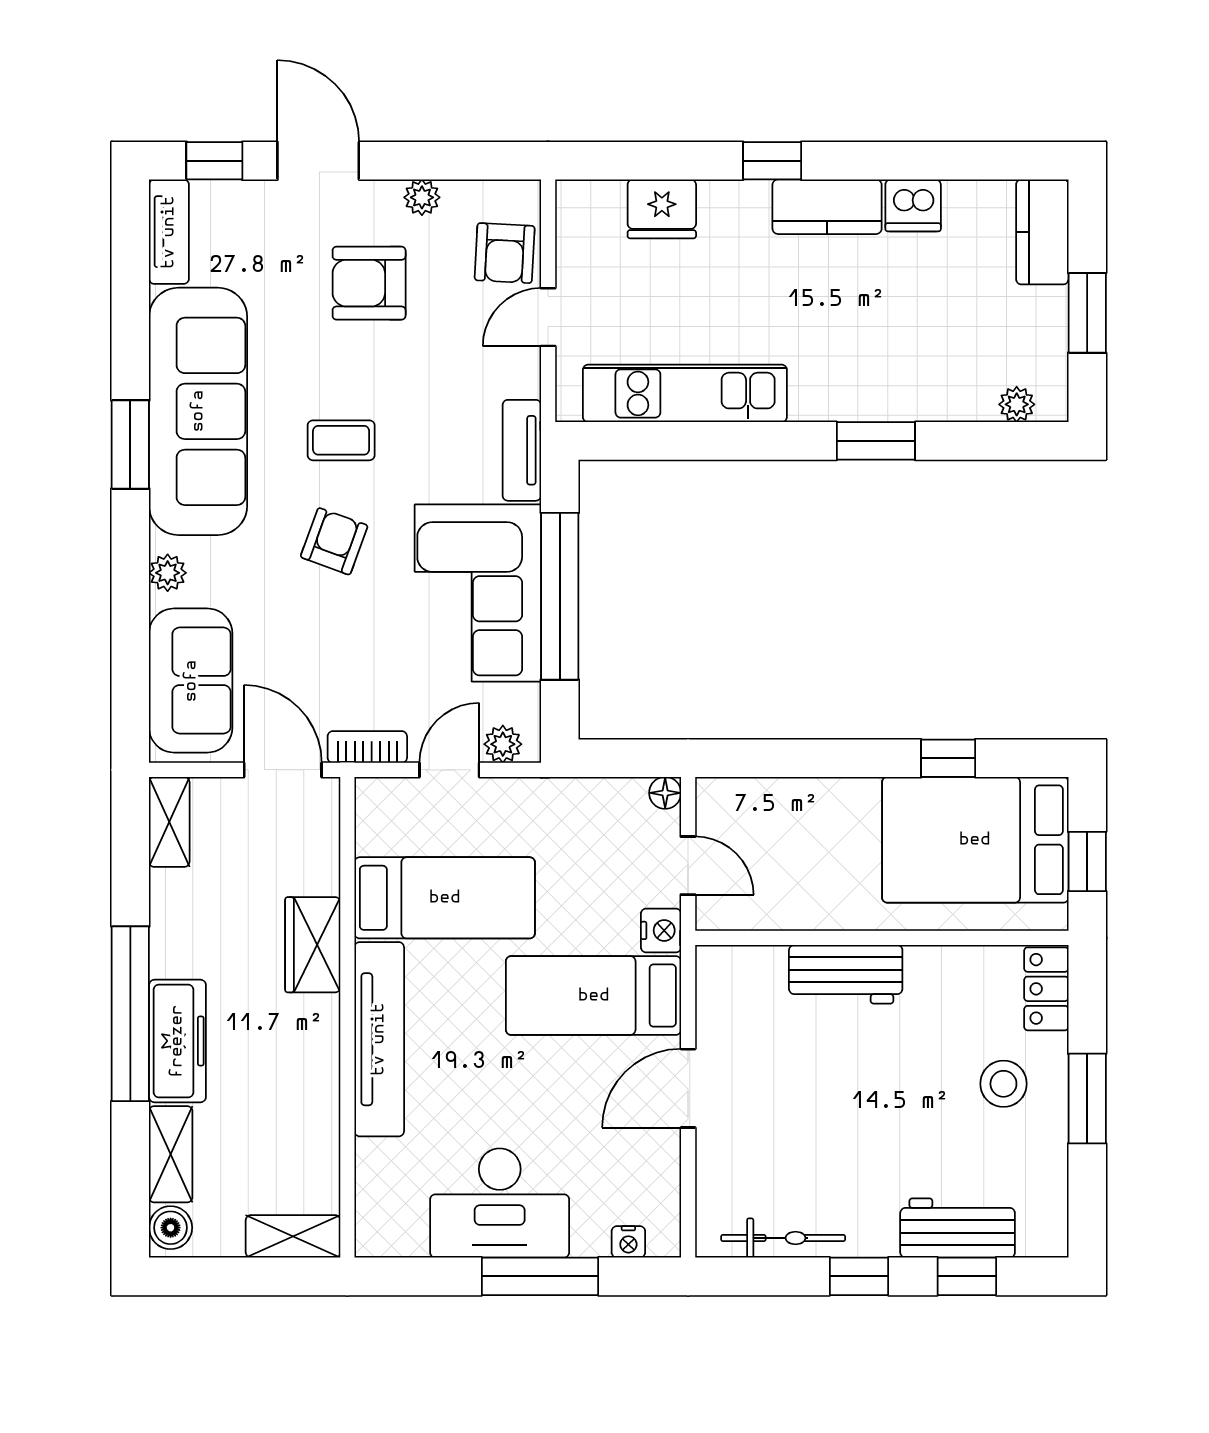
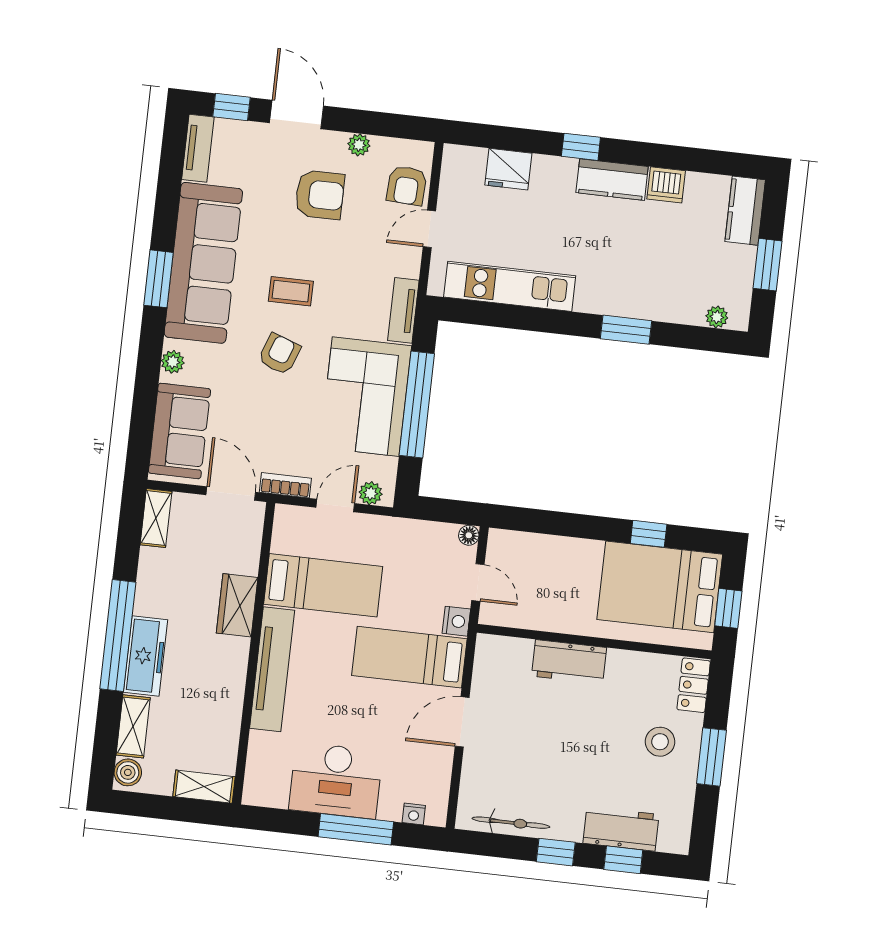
armchair: (369, 283) -> (320, 195), turned 180

